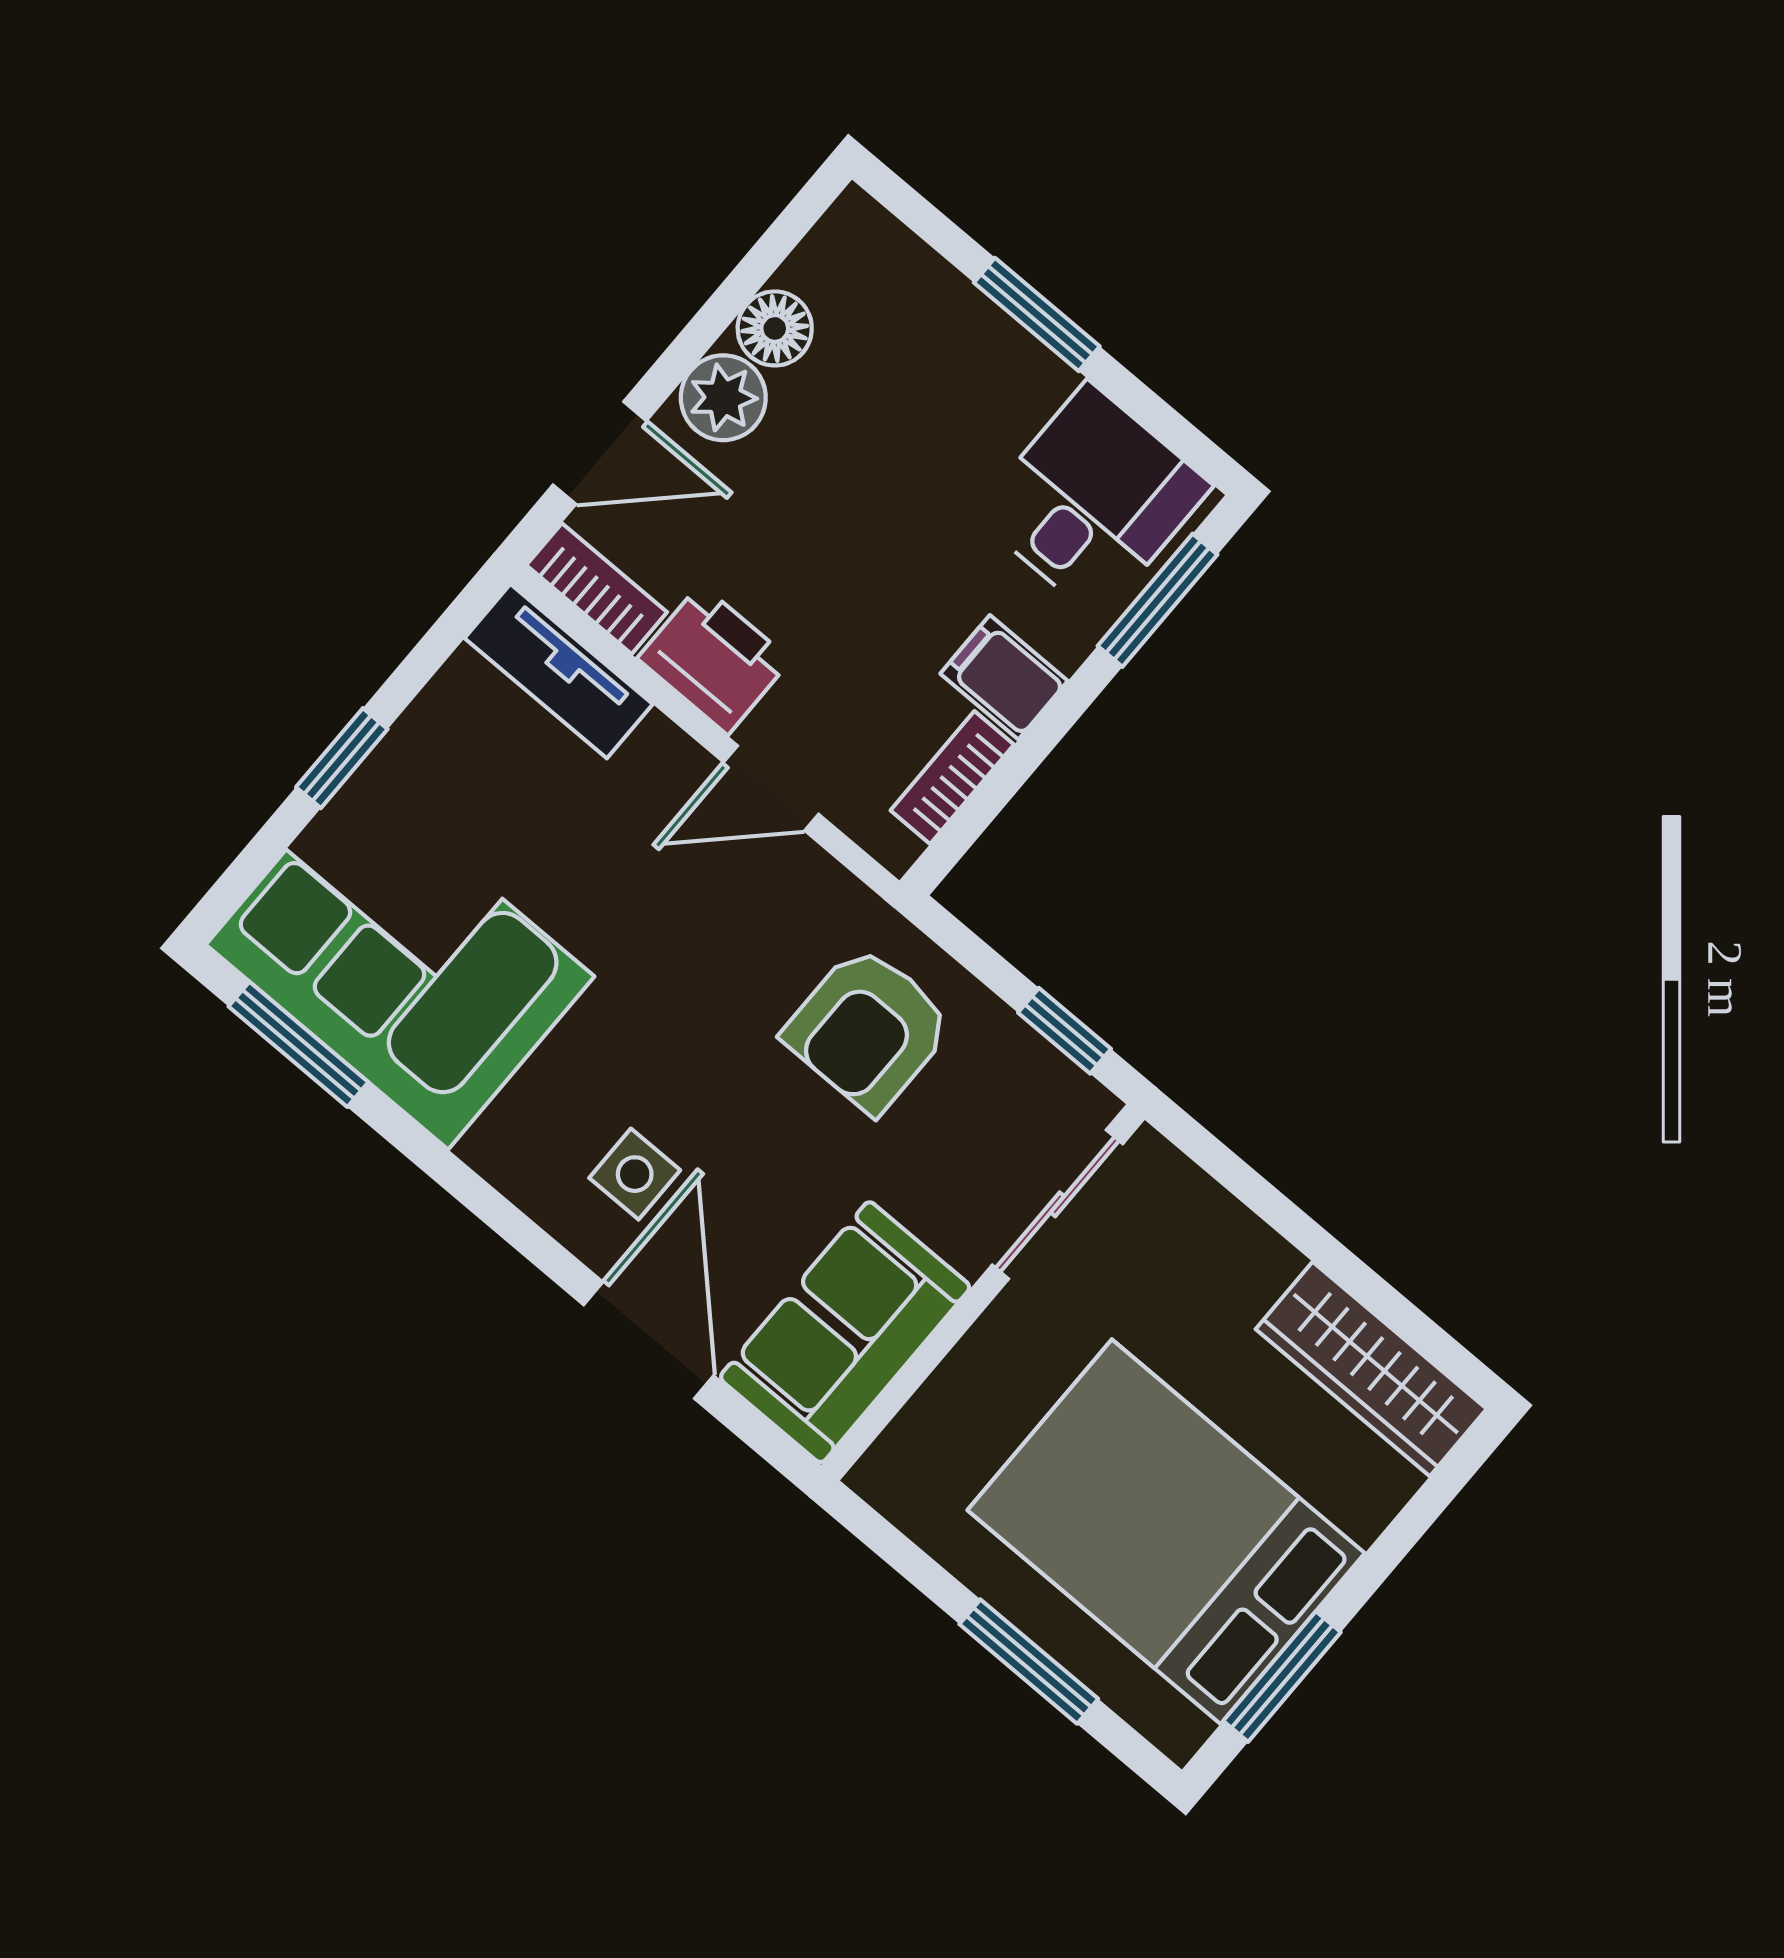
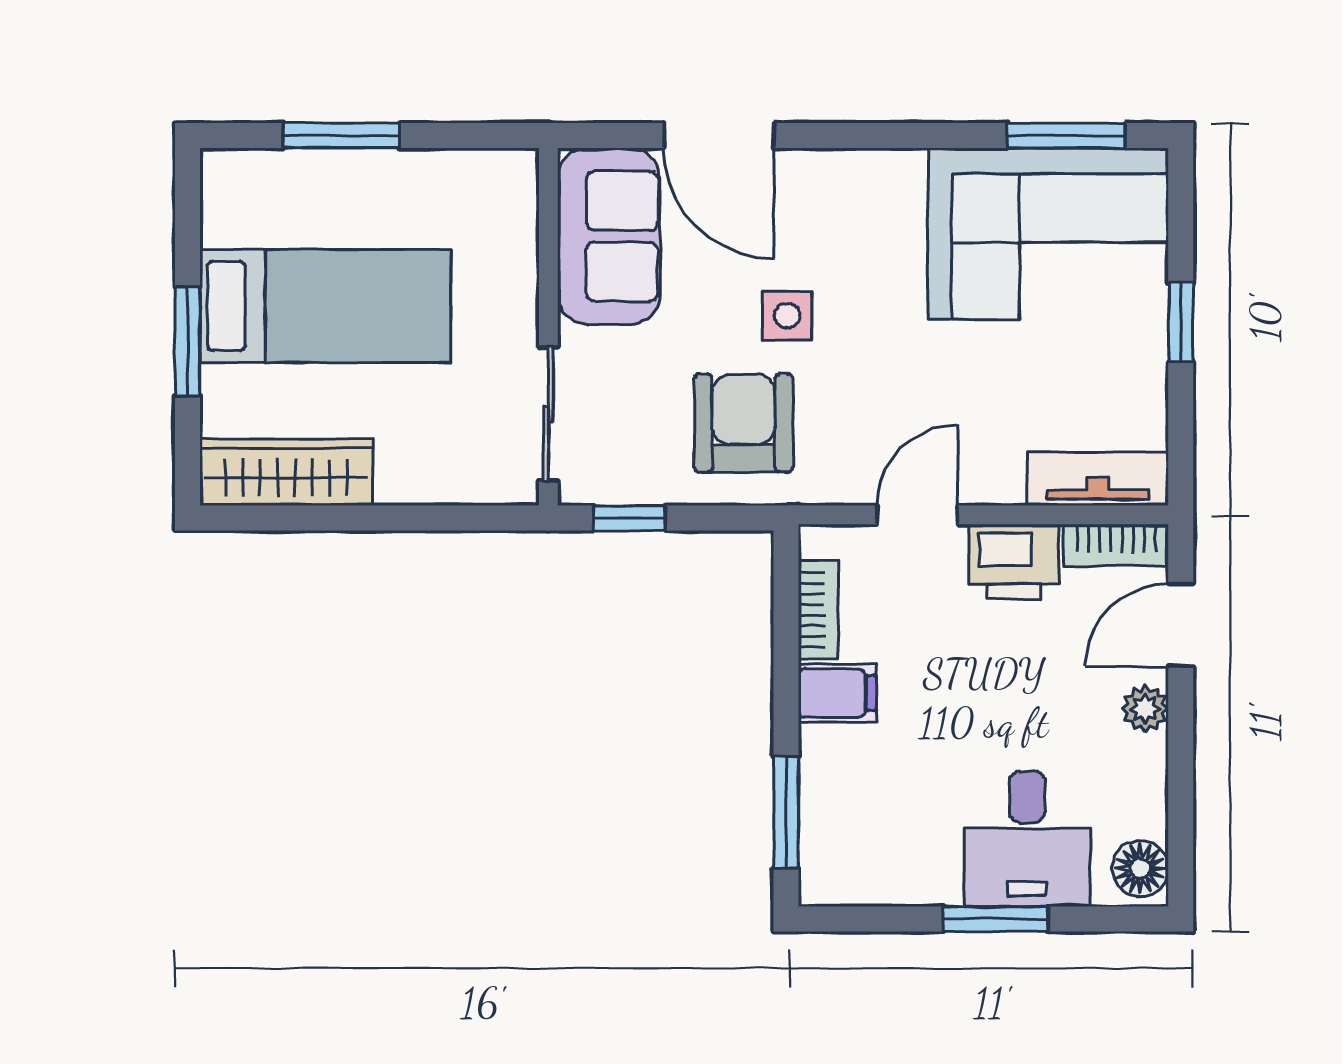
floor lamp: (775, 328) -> (1140, 868), moved
plant: (723, 398) -> (1145, 709), width x0.73, depth x0.73
desk: (1093, 500) -> (1027, 839), moved
side table: (635, 1174) -> (787, 315), moved
bed: (1166, 1532) -> (325, 306), width x0.67
window: (1282, 1677) -> (188, 341), moved

